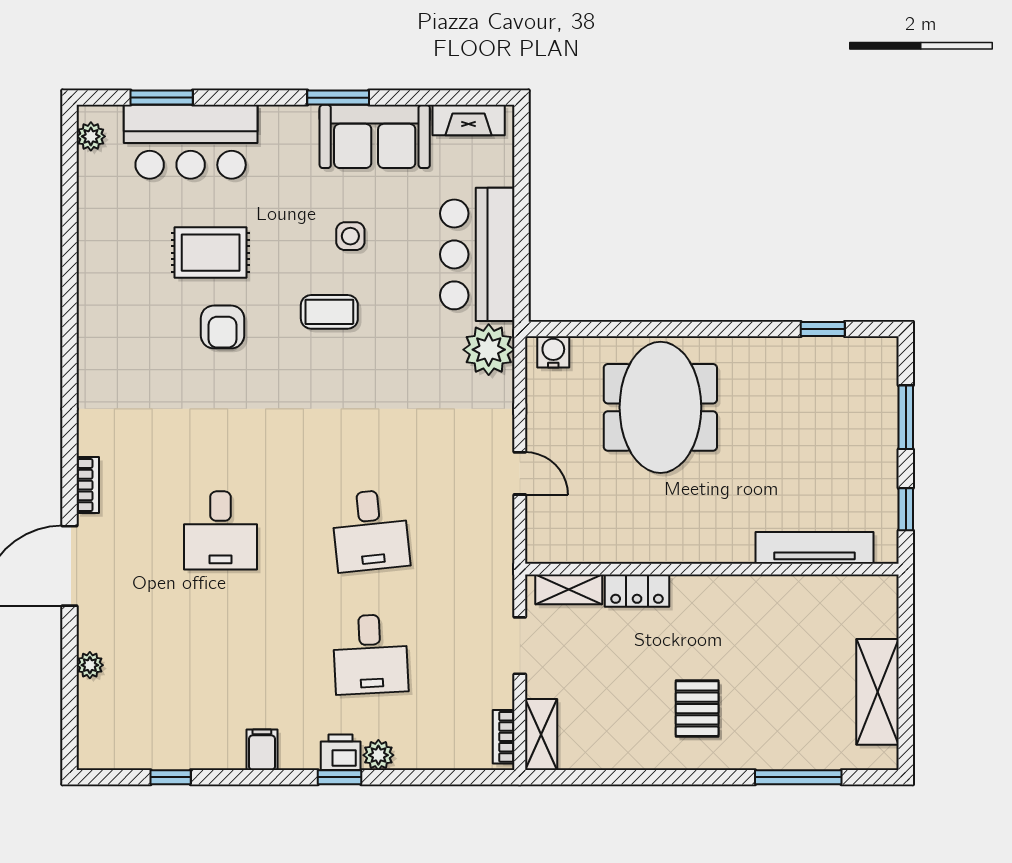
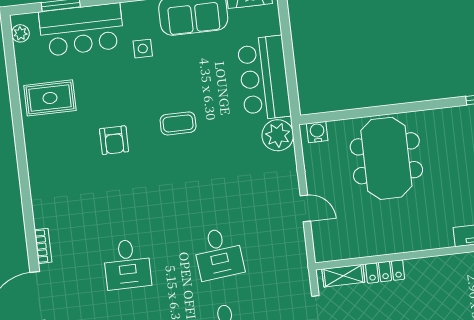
side table: (350, 236) -> (143, 49), moved
rug: (211, 253) -> (50, 98), moved

